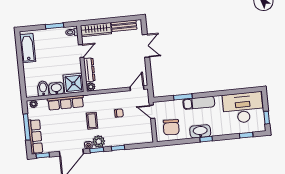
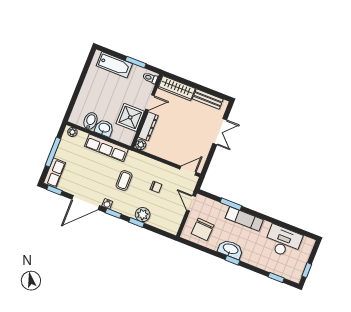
bathtub: (28, 48) -> (114, 65), moved, turned 90
shower: (73, 83) -> (130, 117), moved
desk: (243, 108) -> (283, 241), width x0.73, depth x0.77
row of seats: (35, 137) -> (54, 173), width x0.68
plant: (99, 142) -> (143, 215), moved

